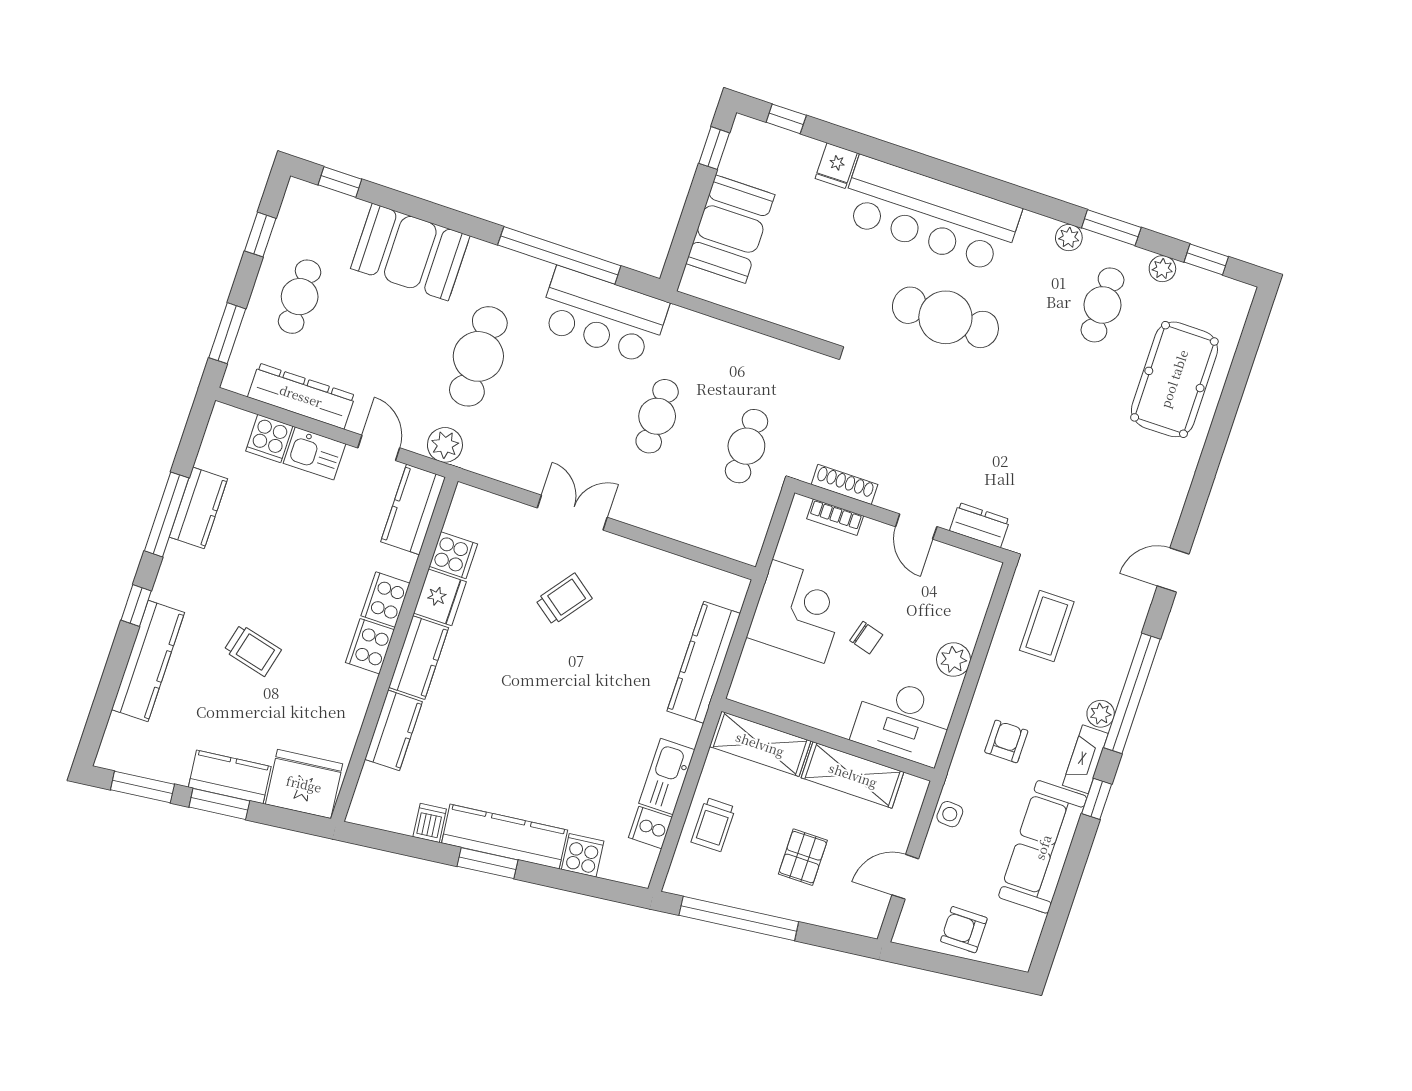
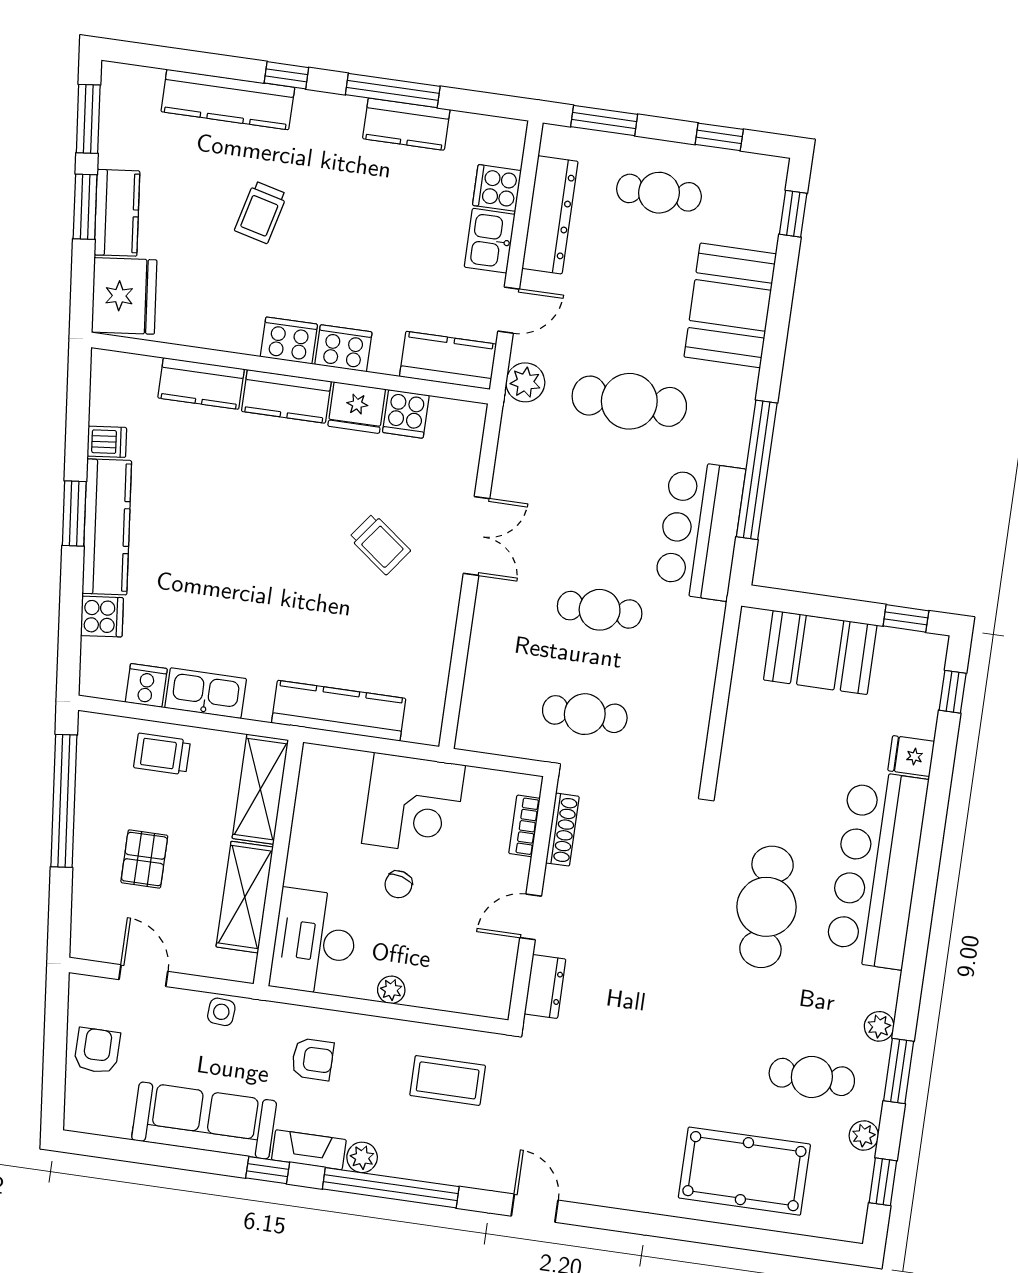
plant: (953, 660) -> (391, 990), width x0.73, depth x0.73
pallet: (803, 857) -> (144, 859), turned 90

